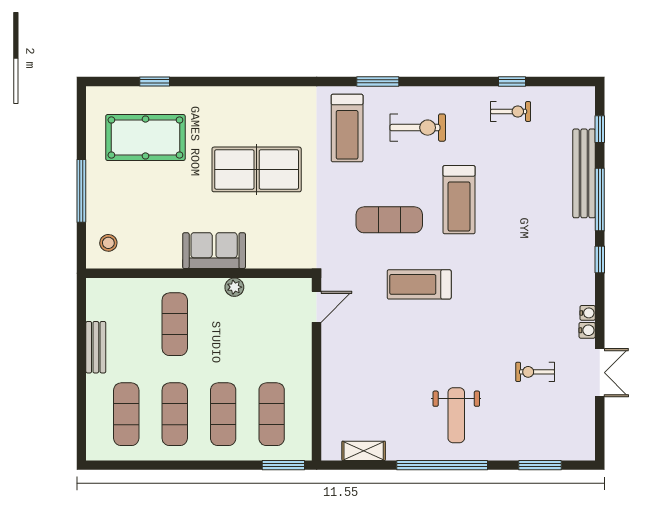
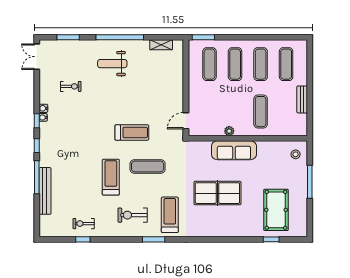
window: (600, 129) -> (37, 121), moved
pool table: (145, 138) -> (276, 210), turned 90
sofa: (214, 251) -> (234, 150), width x1.36
double door: (600, 373) -> (37, 57), moved
weight bench: (456, 415) -> (112, 64), turned -90

